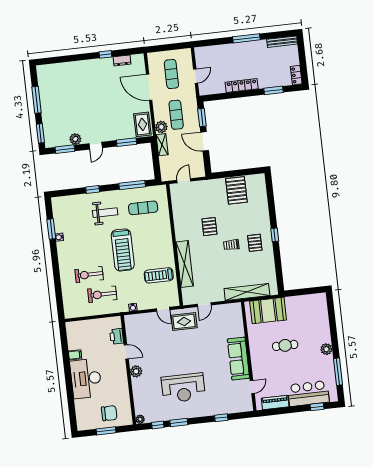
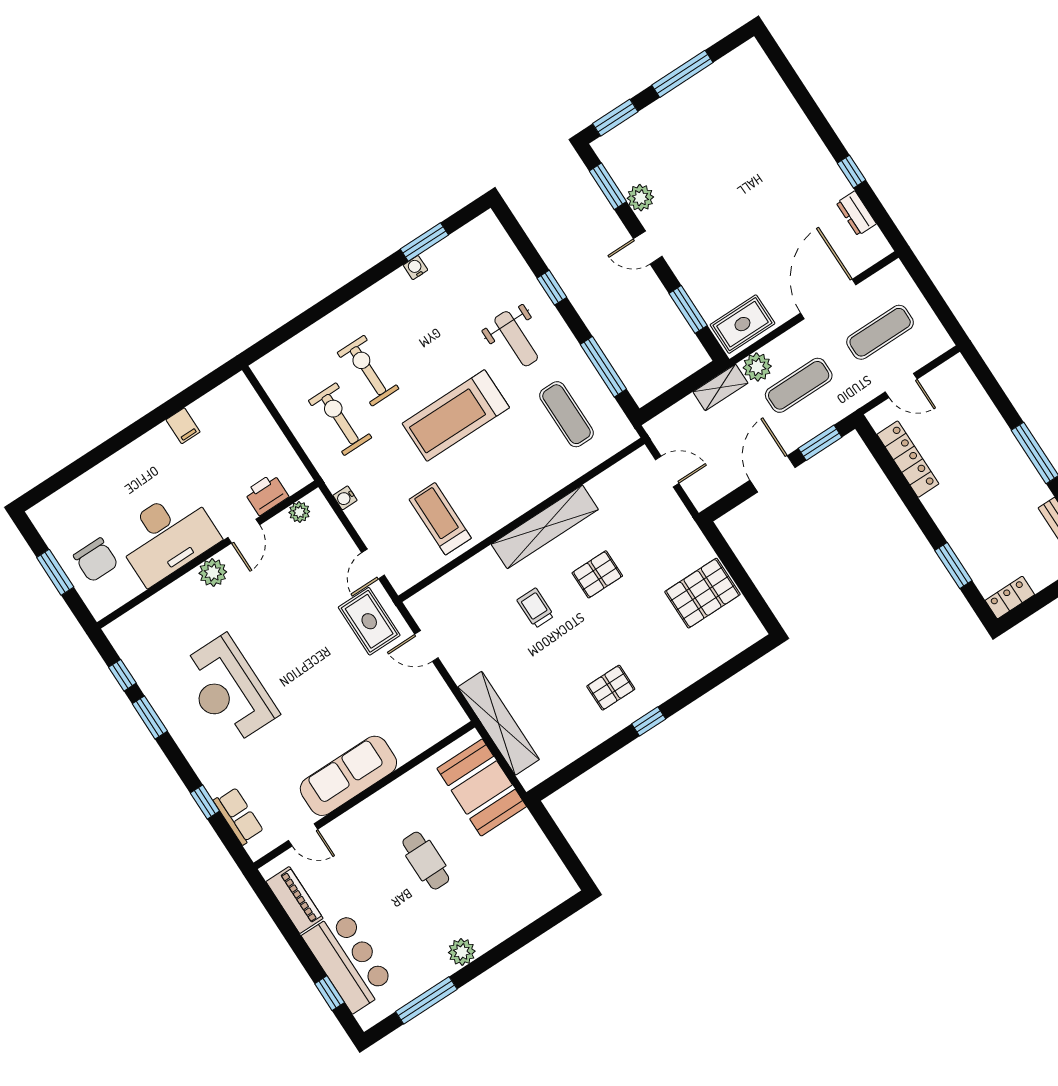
locker: (242, 86) -> (908, 459), moved
trolley: (231, 245) -> (536, 608), moved
shelving: (185, 264) -> (545, 527), moved
desk: (86, 378) -> (167, 536), moved, turned 180
row of seats: (233, 408) -> (239, 816), added
plant: (140, 419) -> (299, 512), moved

